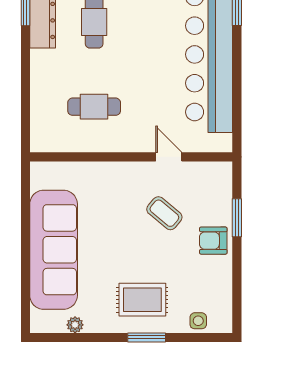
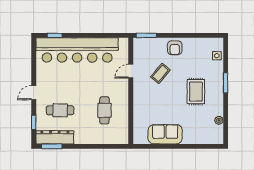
window: (237, 218) -> (146, 35), moved
sofa: (54, 250) -> (165, 134), width x0.54, depth x0.79
rug: (142, 300) -> (196, 92), moved

